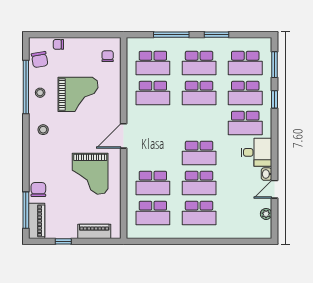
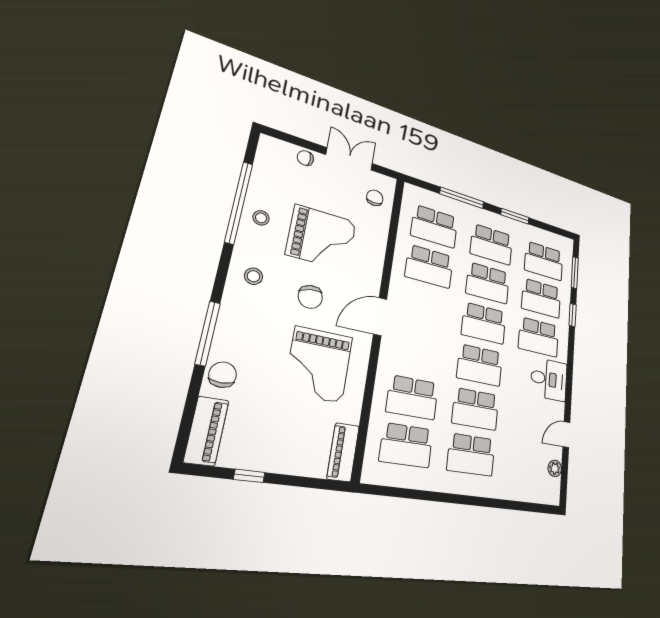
double door: (86, 35) -> (349, 159), added
chair: (40, 60) -> (310, 297), moved
school desk: (199, 123) -> (484, 323), added
washbasin: (267, 174) -> (559, 411), removed
window: (26, 210) -> (208, 333), moved
piano: (94, 231) -> (343, 452), moved, turned -90

